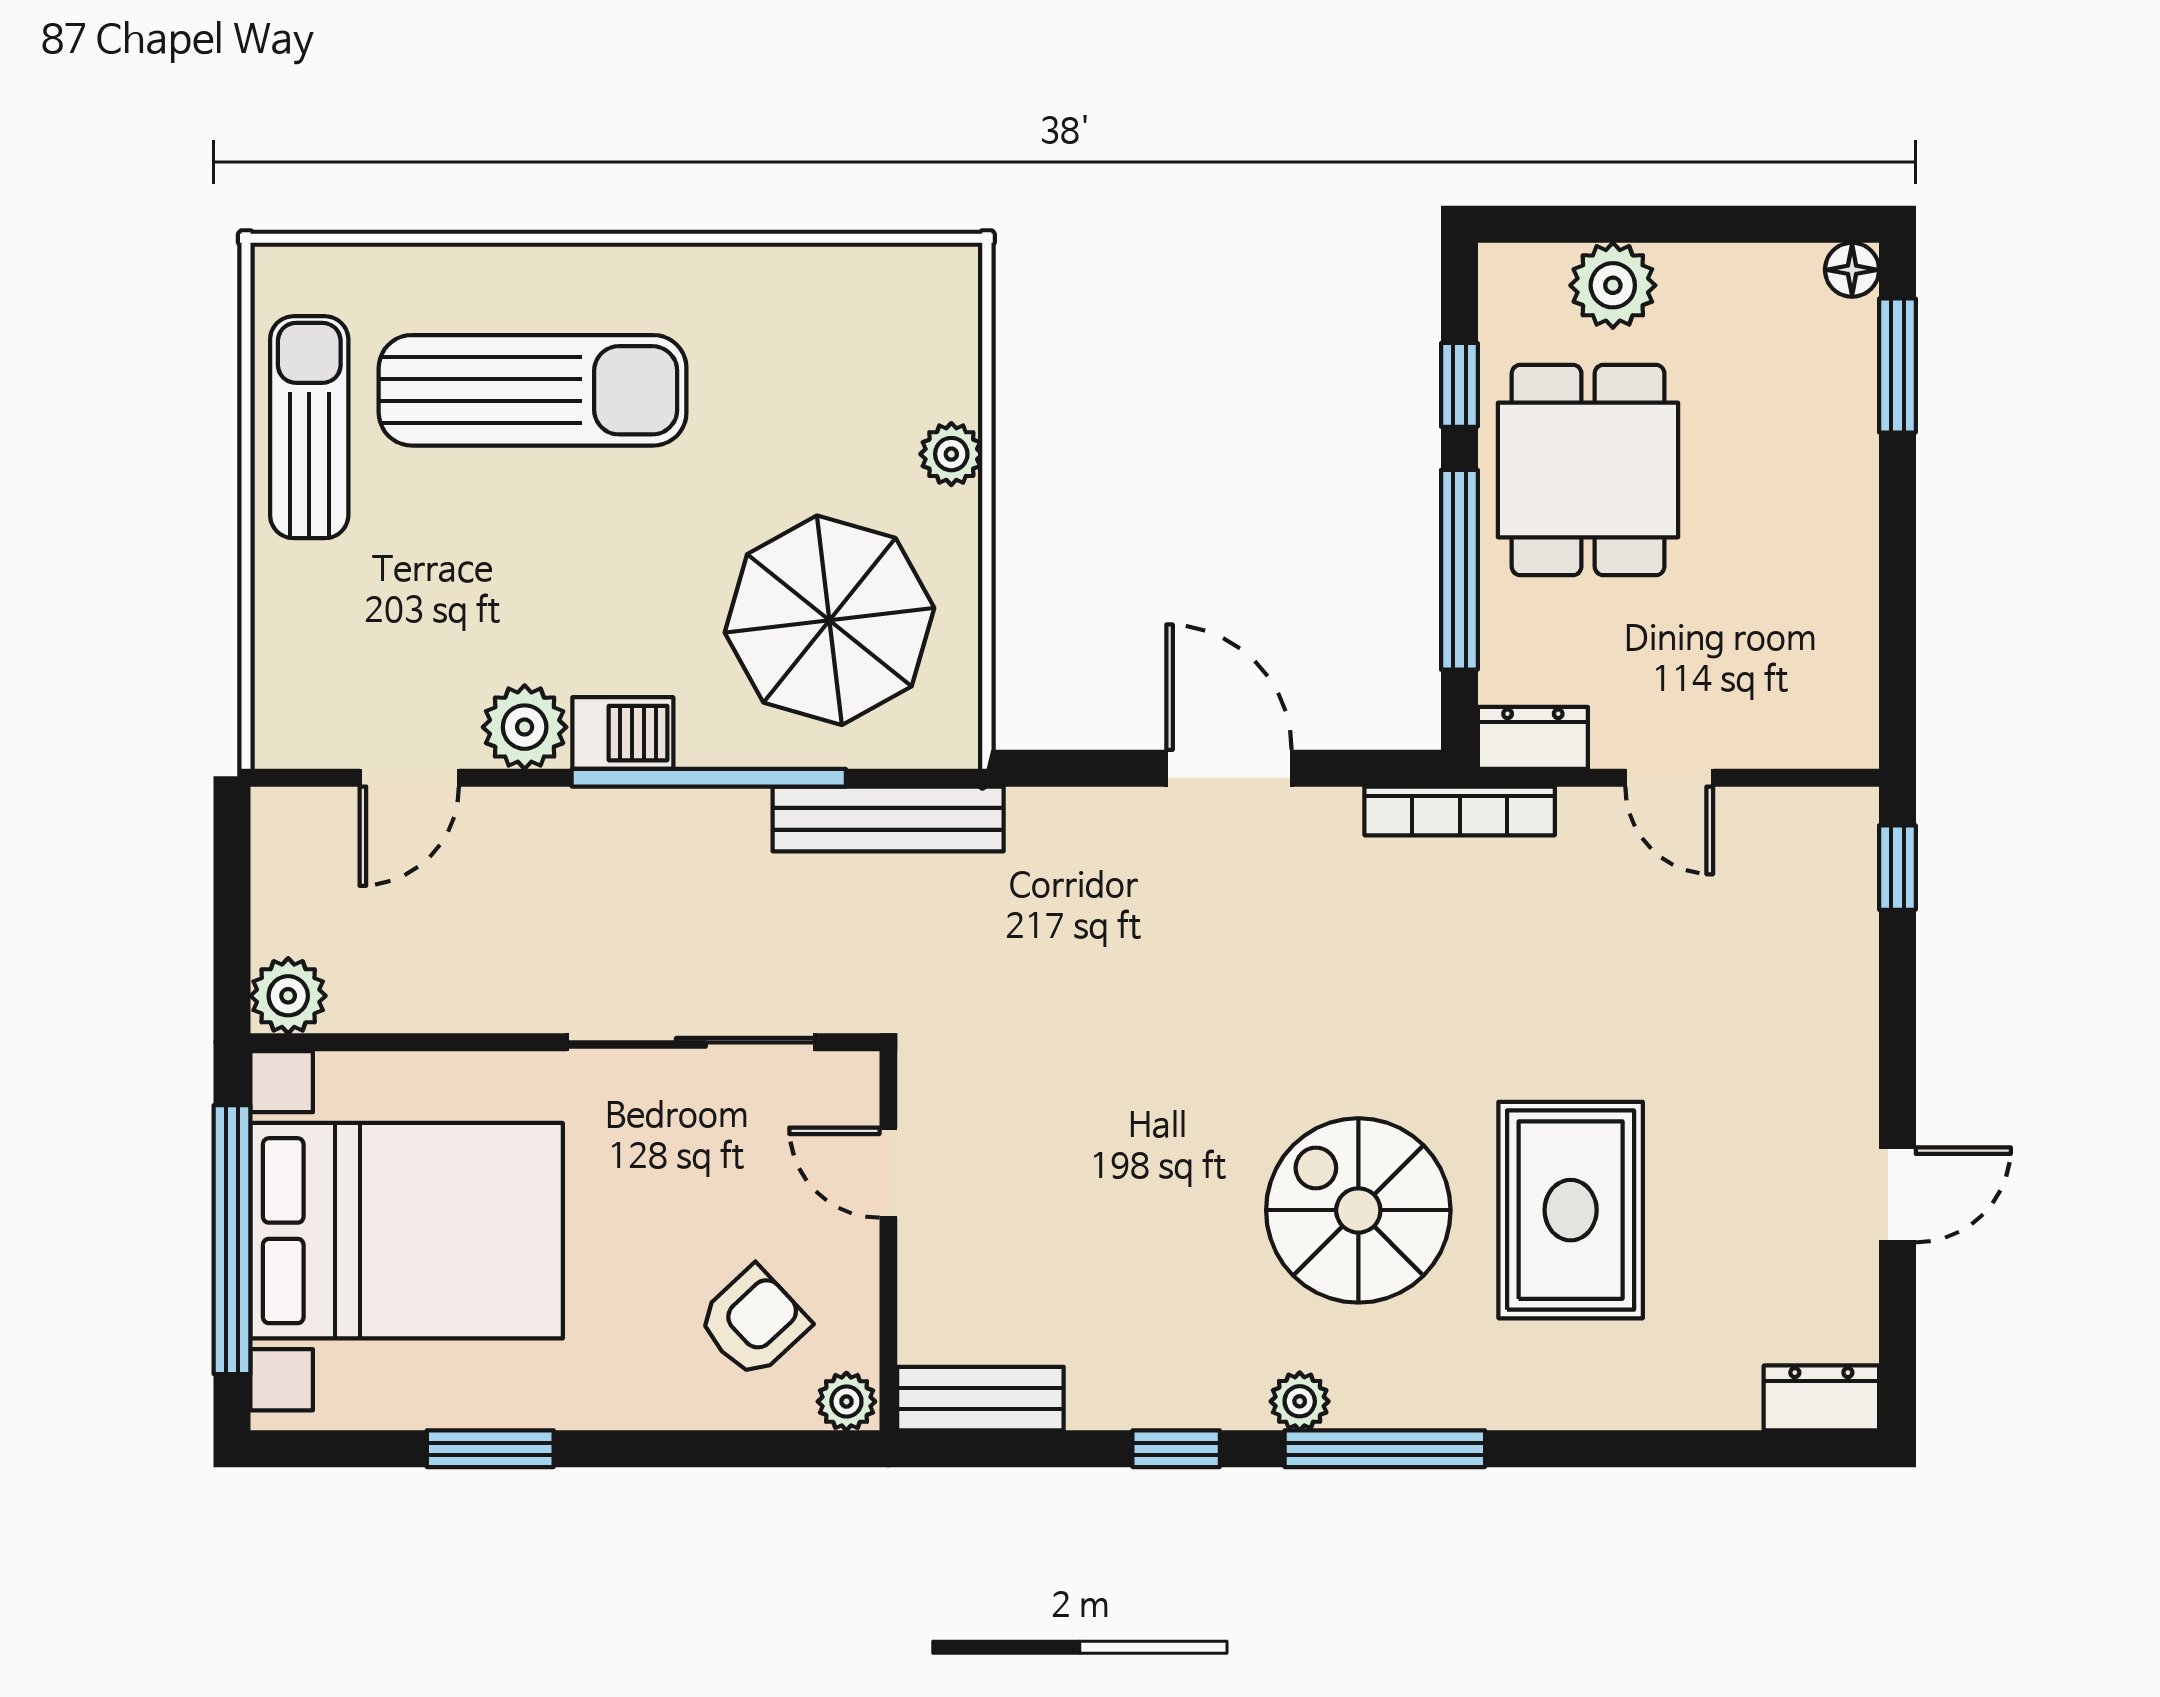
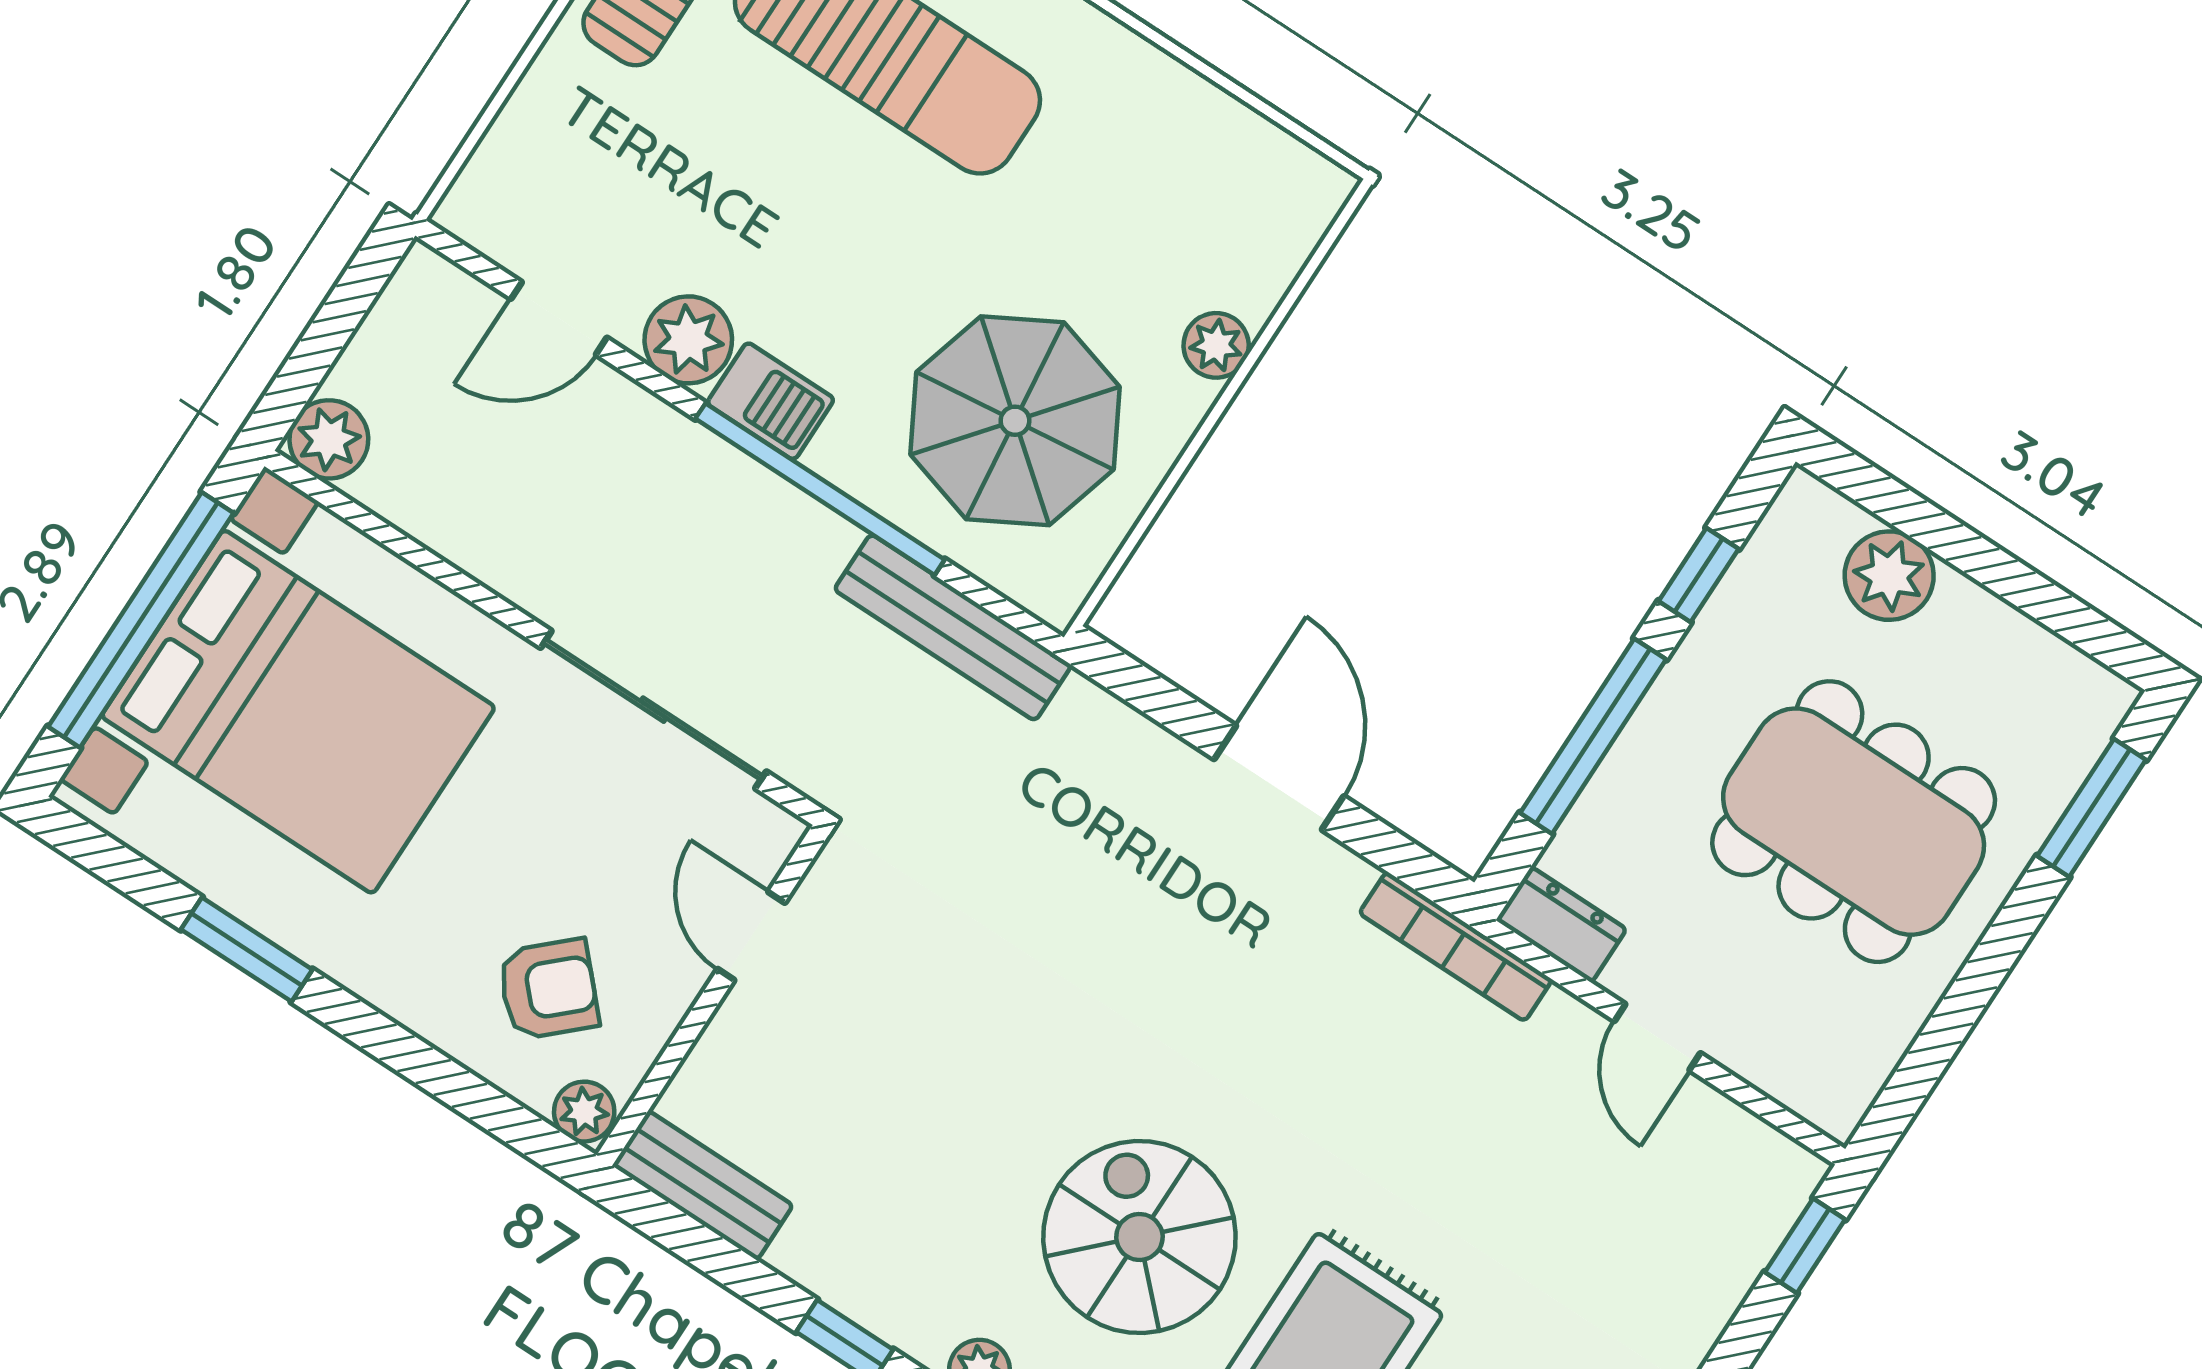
floor lamp: (1852, 270) -> (2107, 699), removed
dining table: (1588, 470) -> (1854, 822), moved, width x1.38

